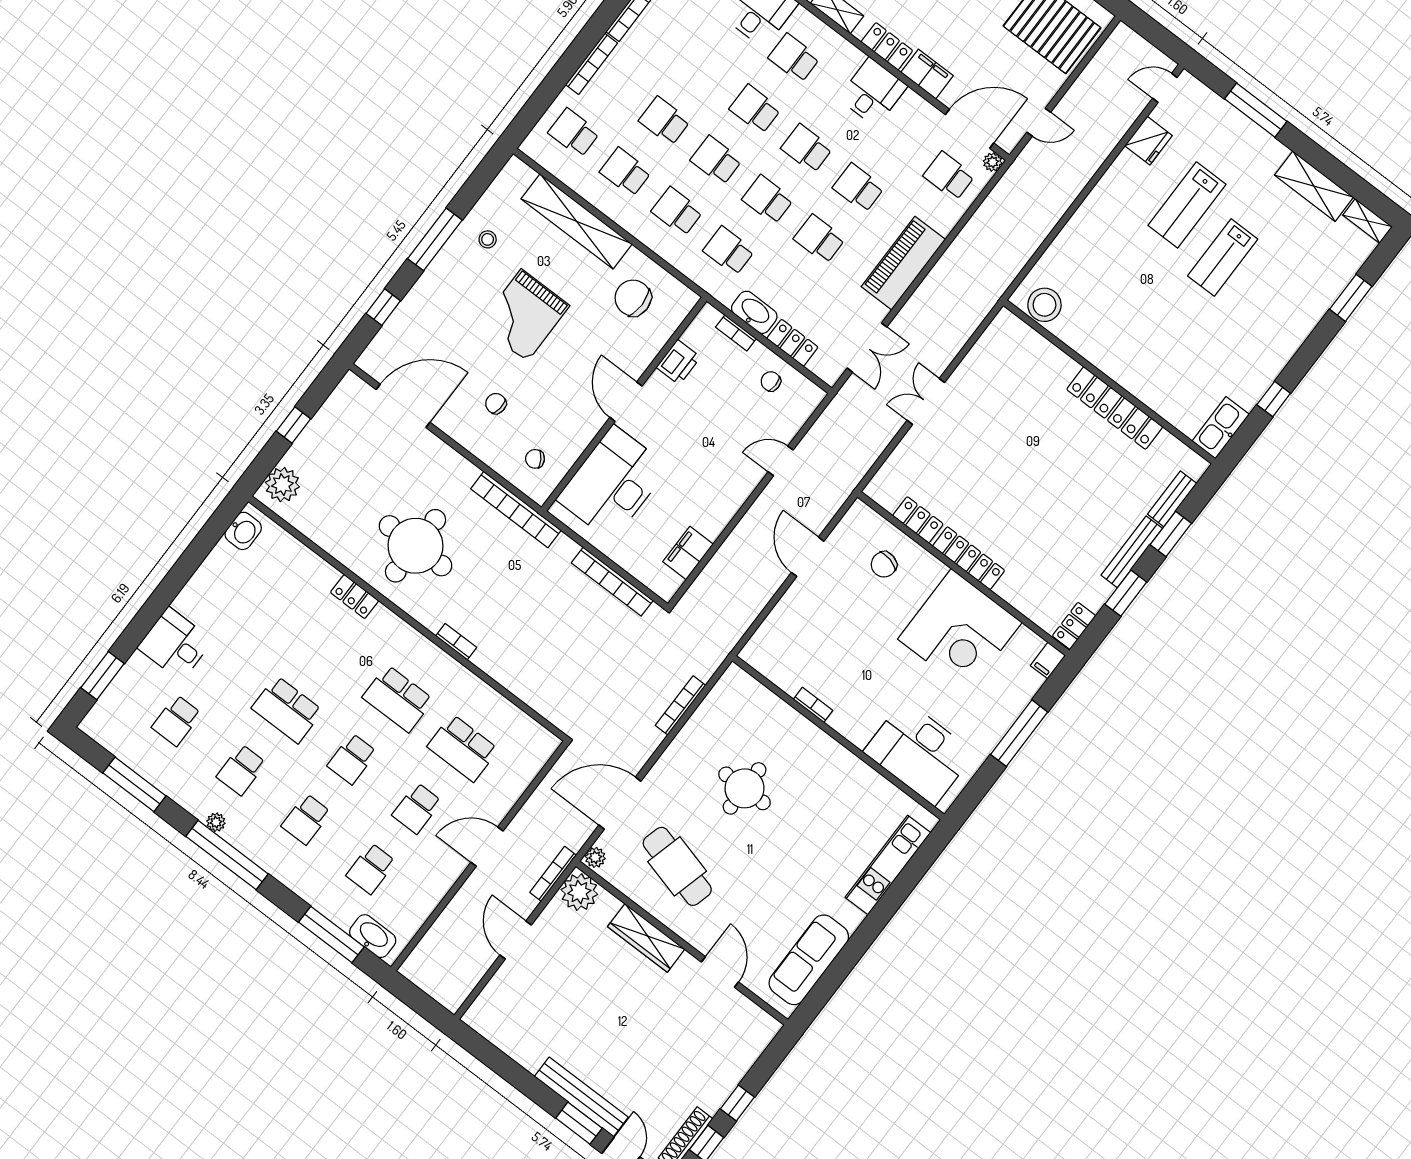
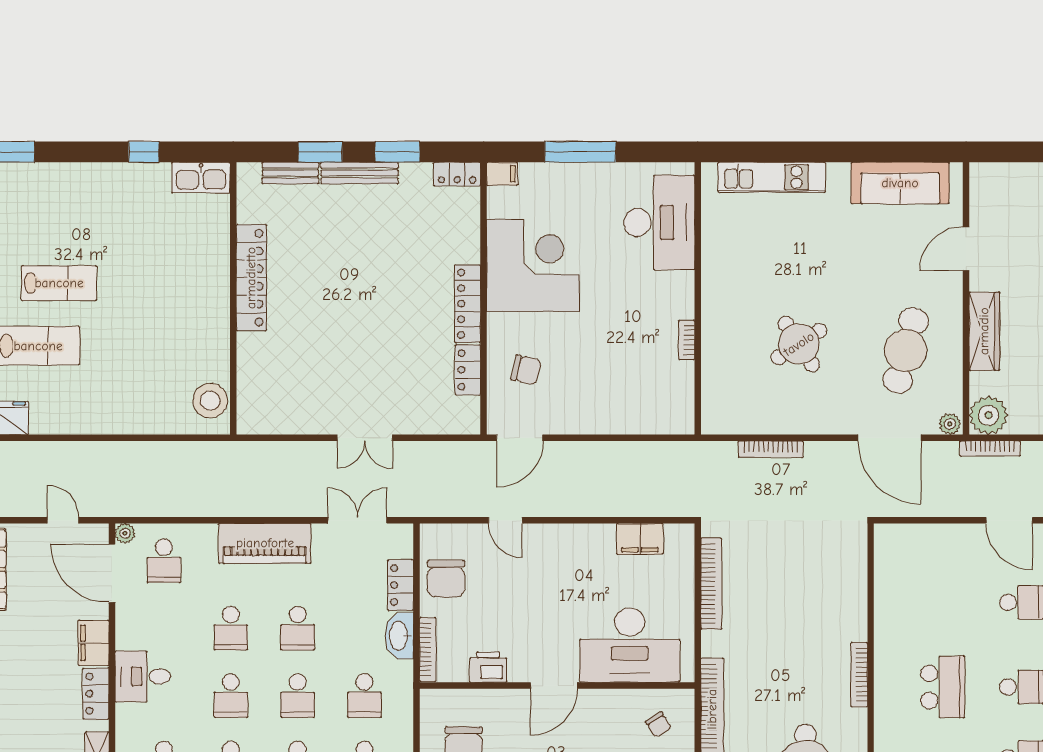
bookcase: (736, 333) -> (428, 649), width x1.56
chair: (771, 381) -> (446, 579), width x1.87, depth x1.87
door: (808, 557) -> (520, 438), moved
bookcase: (456, 642) -> (859, 675), width x1.56
school desk: (463, 748) -> (943, 602), removed
round table: (745, 788) -> (799, 344), turned -33

